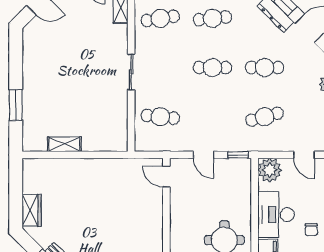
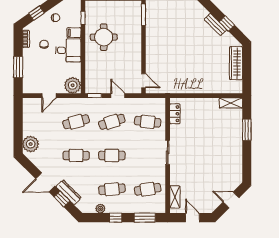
cafe table: (212, 117) -> (112, 122), added
locker: (121, 128) -> (175, 114), added
shelving: (64, 144) -> (231, 103), moved
door: (304, 155) -> (49, 96), swing flipped
wardrobe: (32, 210) -> (236, 63), width x1.50
desk: (276, 215) -> (68, 50), width x0.73

